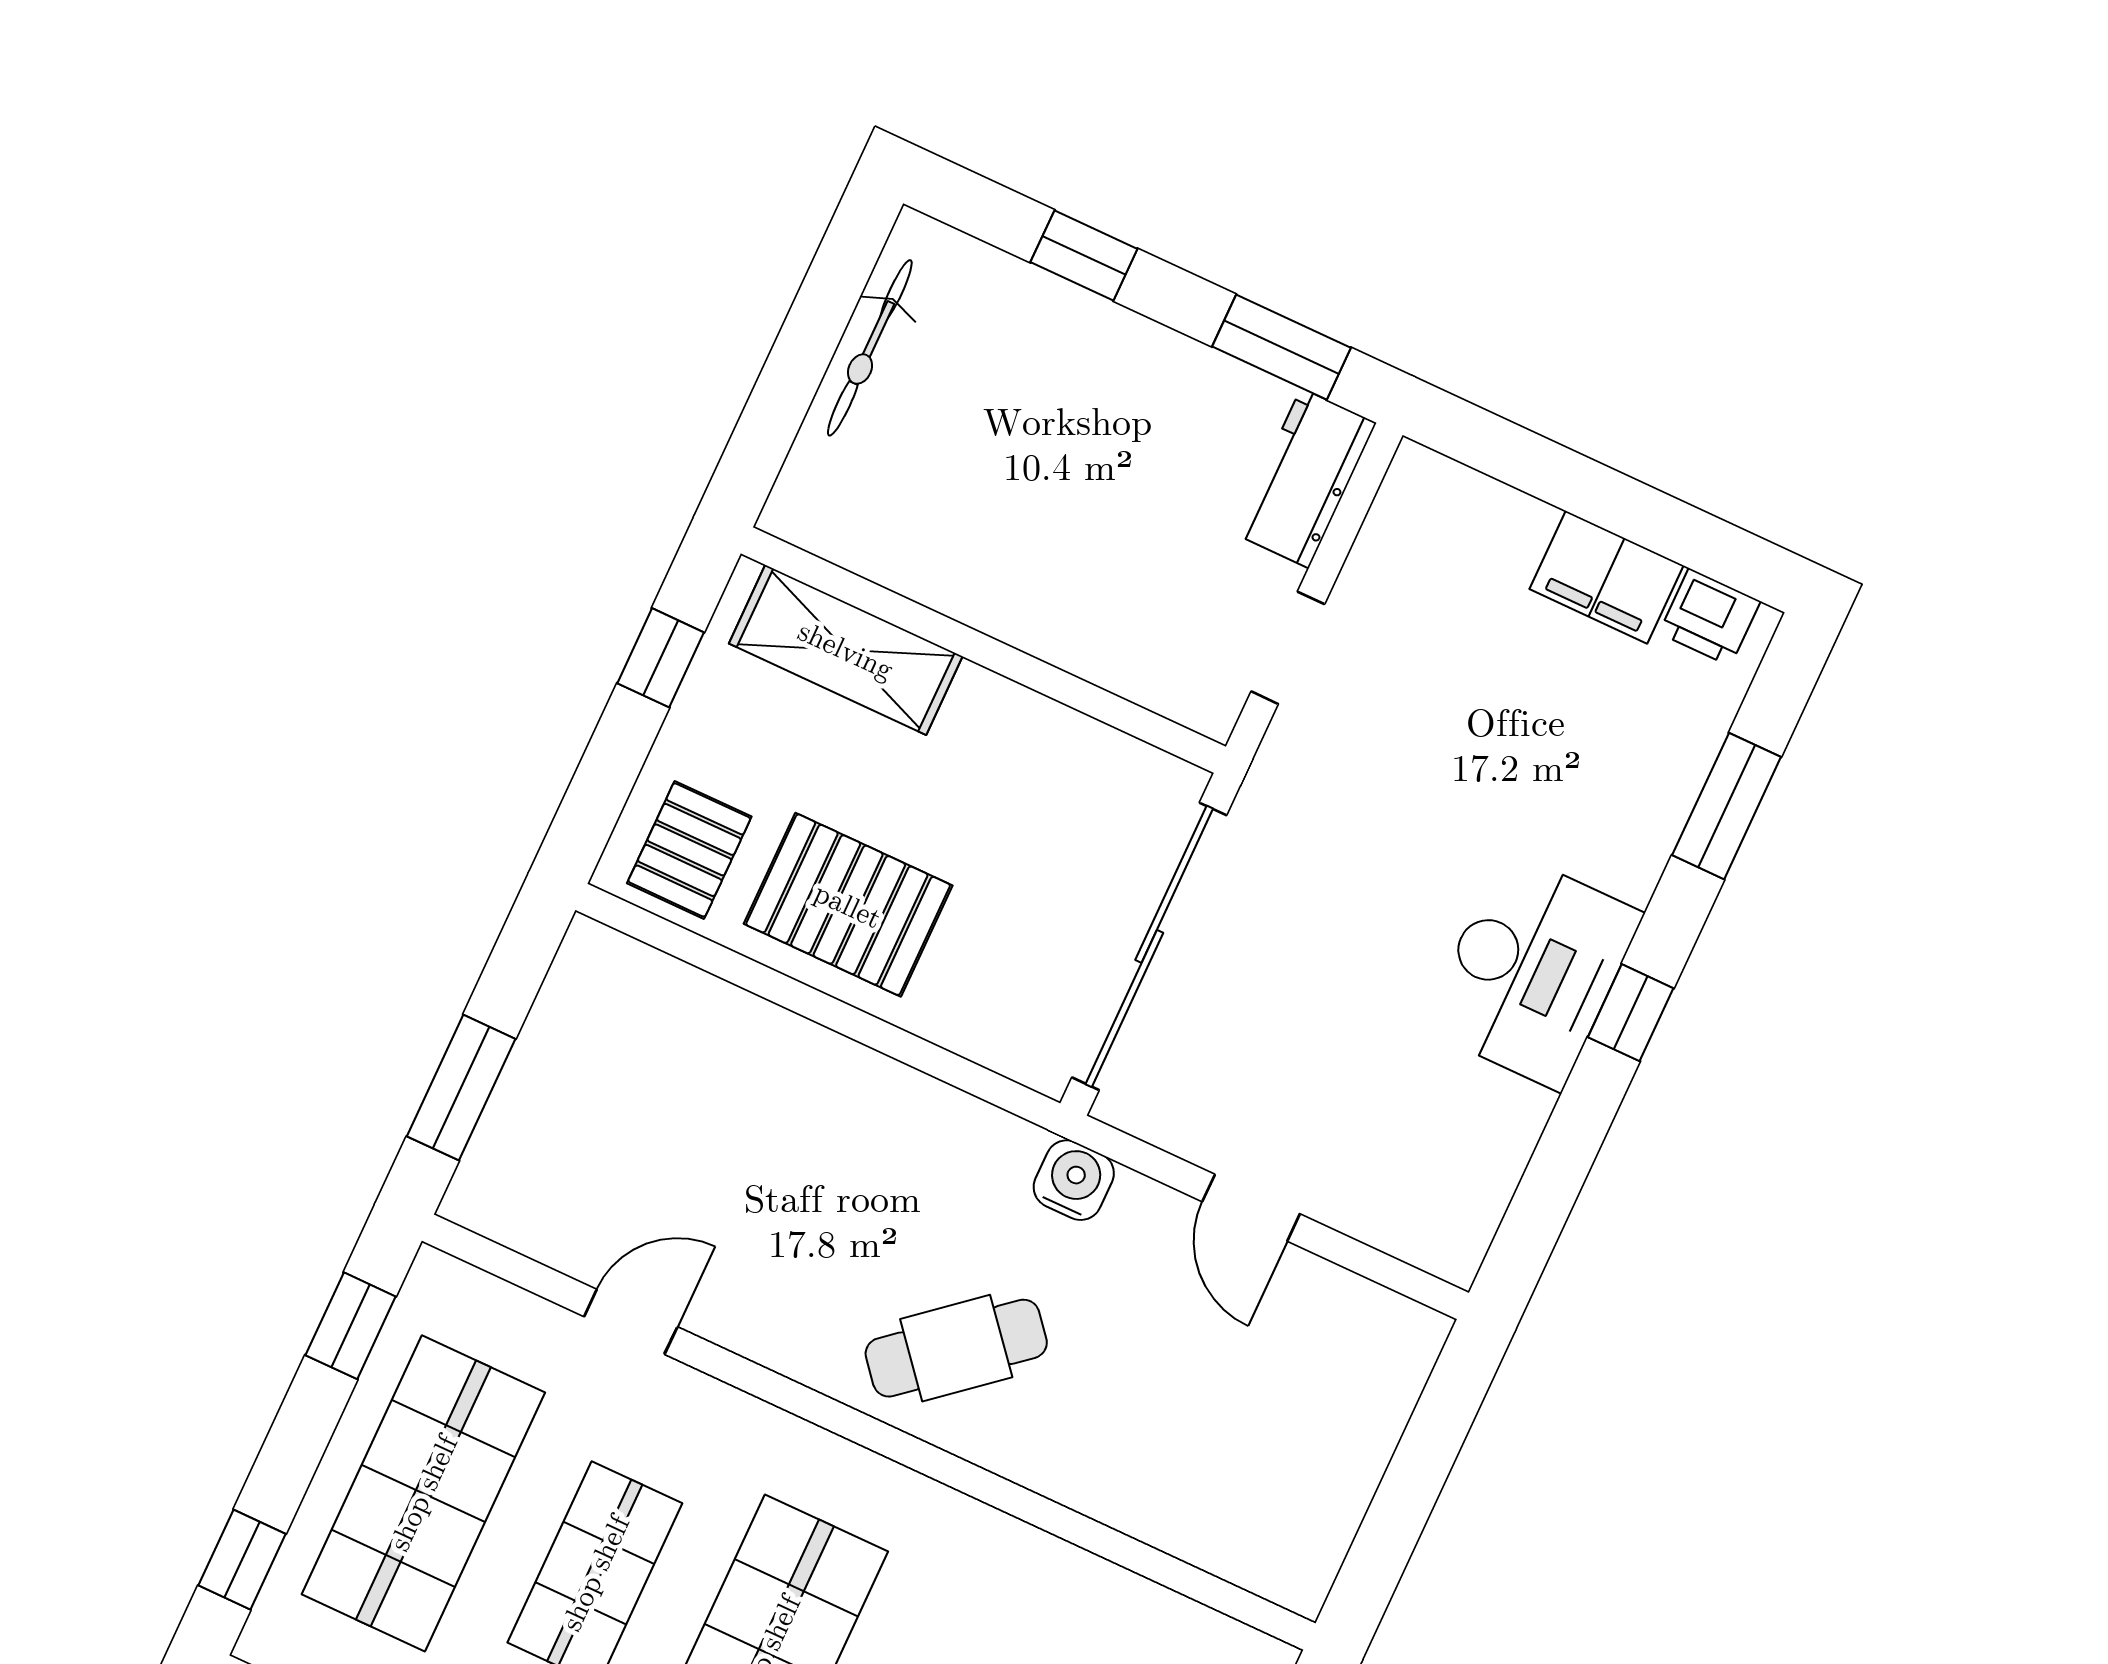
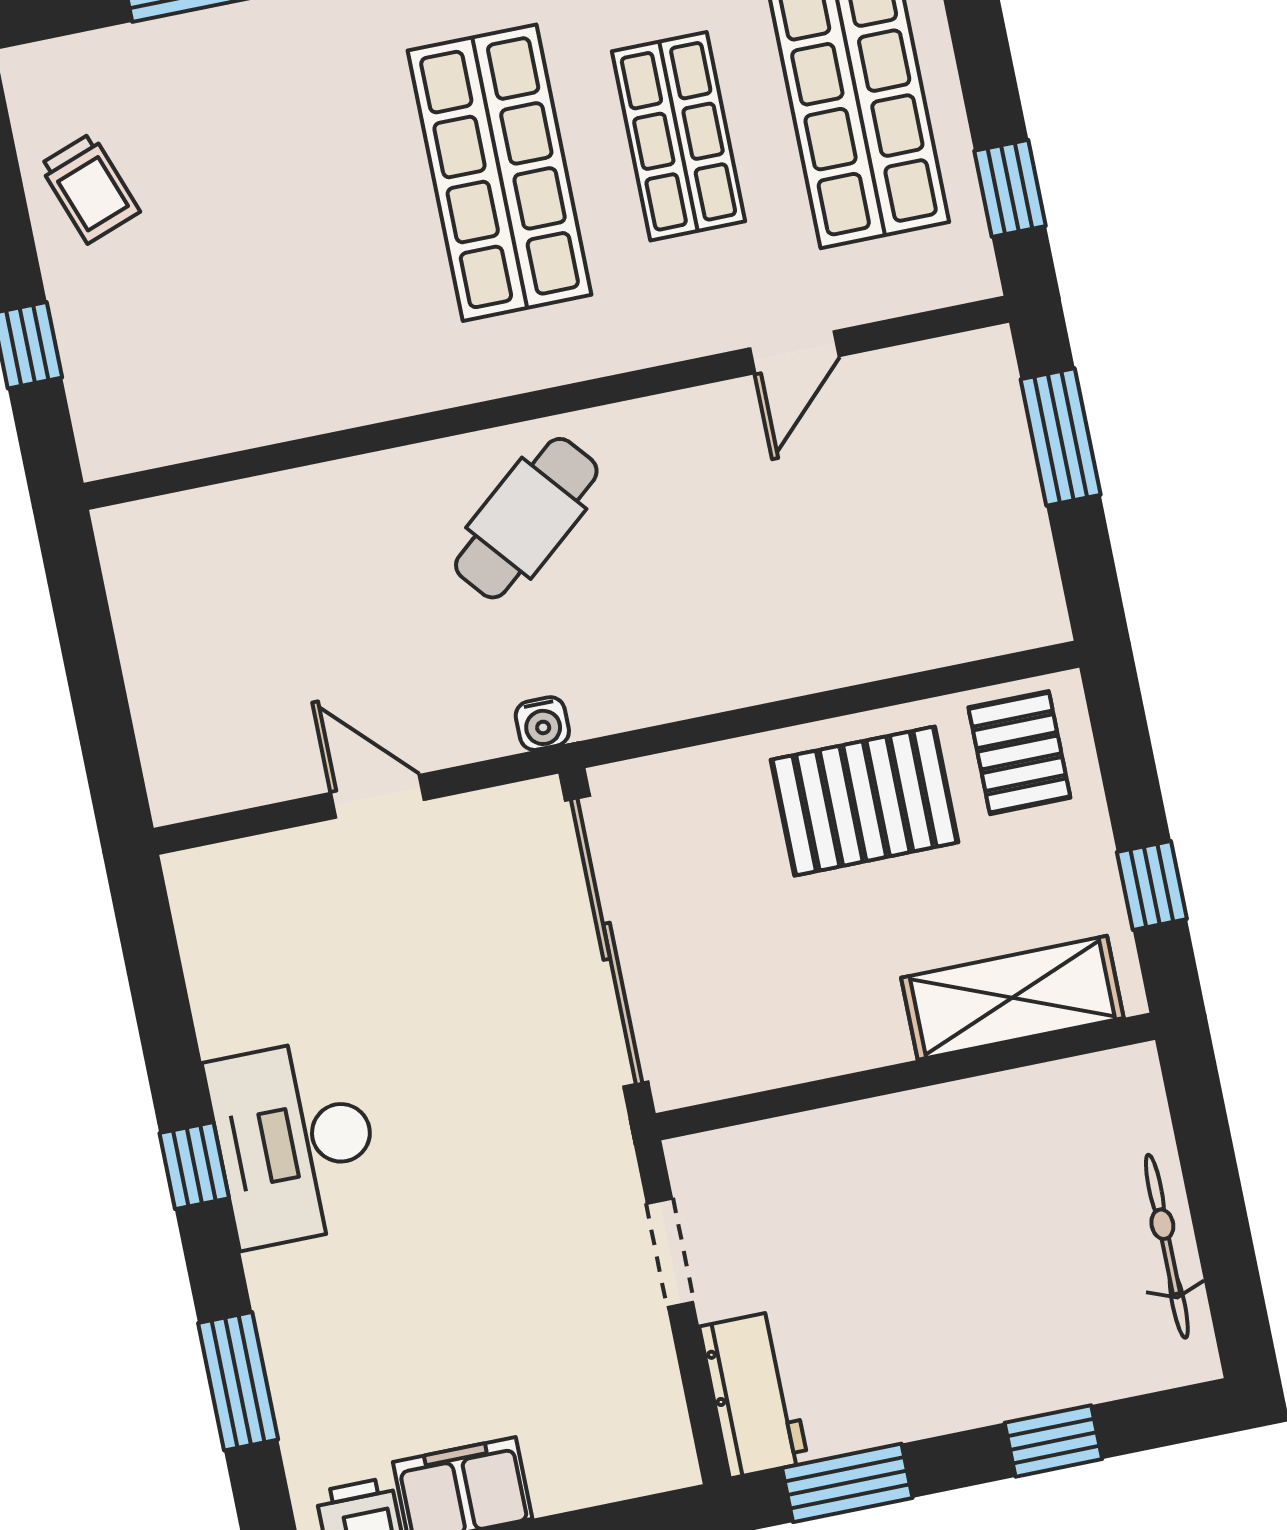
water cooler: (1074, 1180) -> (542, 724), width x0.72, depth x0.72

